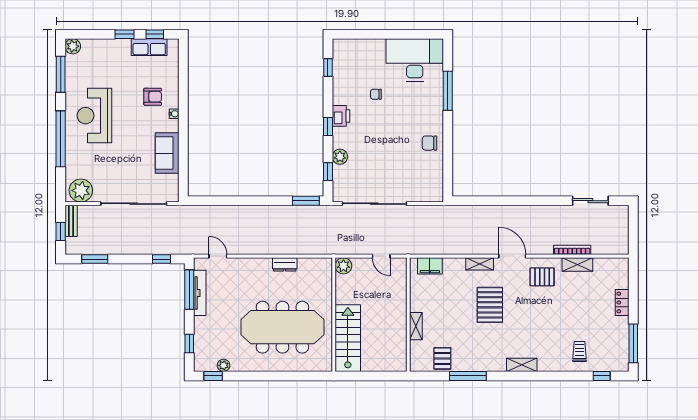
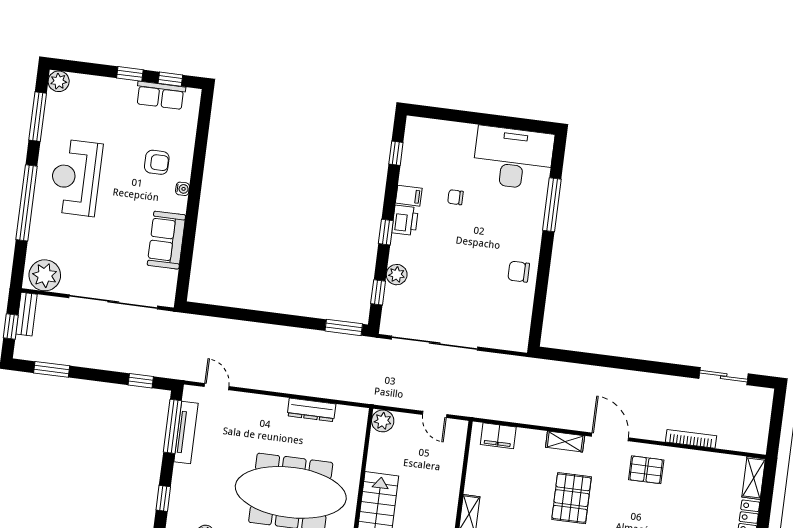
filing cabinet: (341, 98) -> (409, 196), added
dresser: (285, 264) -> (312, 410), width x1.44
shelving: (577, 264) -> (754, 478), moved, turned 90

